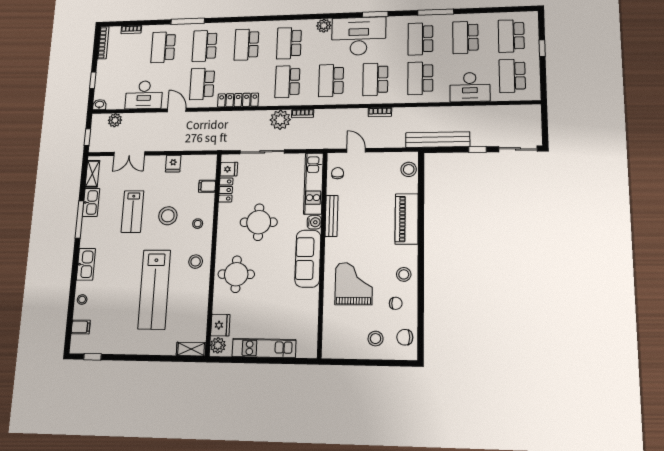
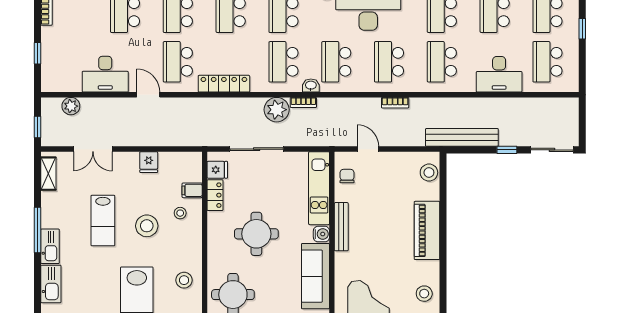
washbasin: (99, 105) -> (311, 86), moved
kitchen sink: (91, 202) -> (50, 246), moved
stool: (198, 224) -> (180, 213), moved

